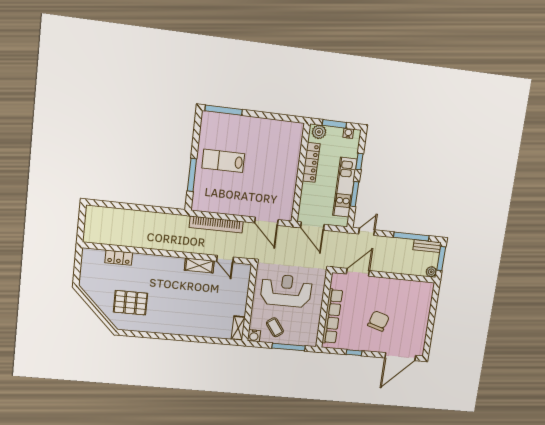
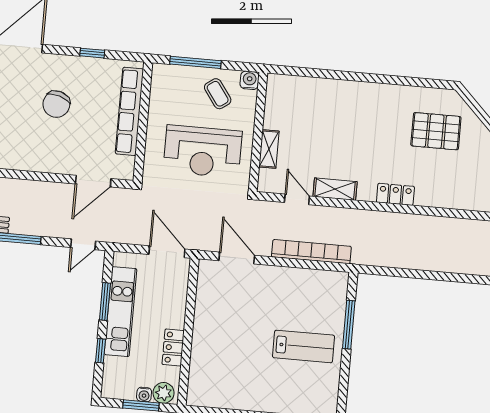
water cooler: (348, 133) -> (144, 395), moved
locker: (311, 162) -> (173, 347), width x0.66
locker: (119, 258) -> (395, 194), moved
shelving: (238, 328) -> (269, 149), moved

